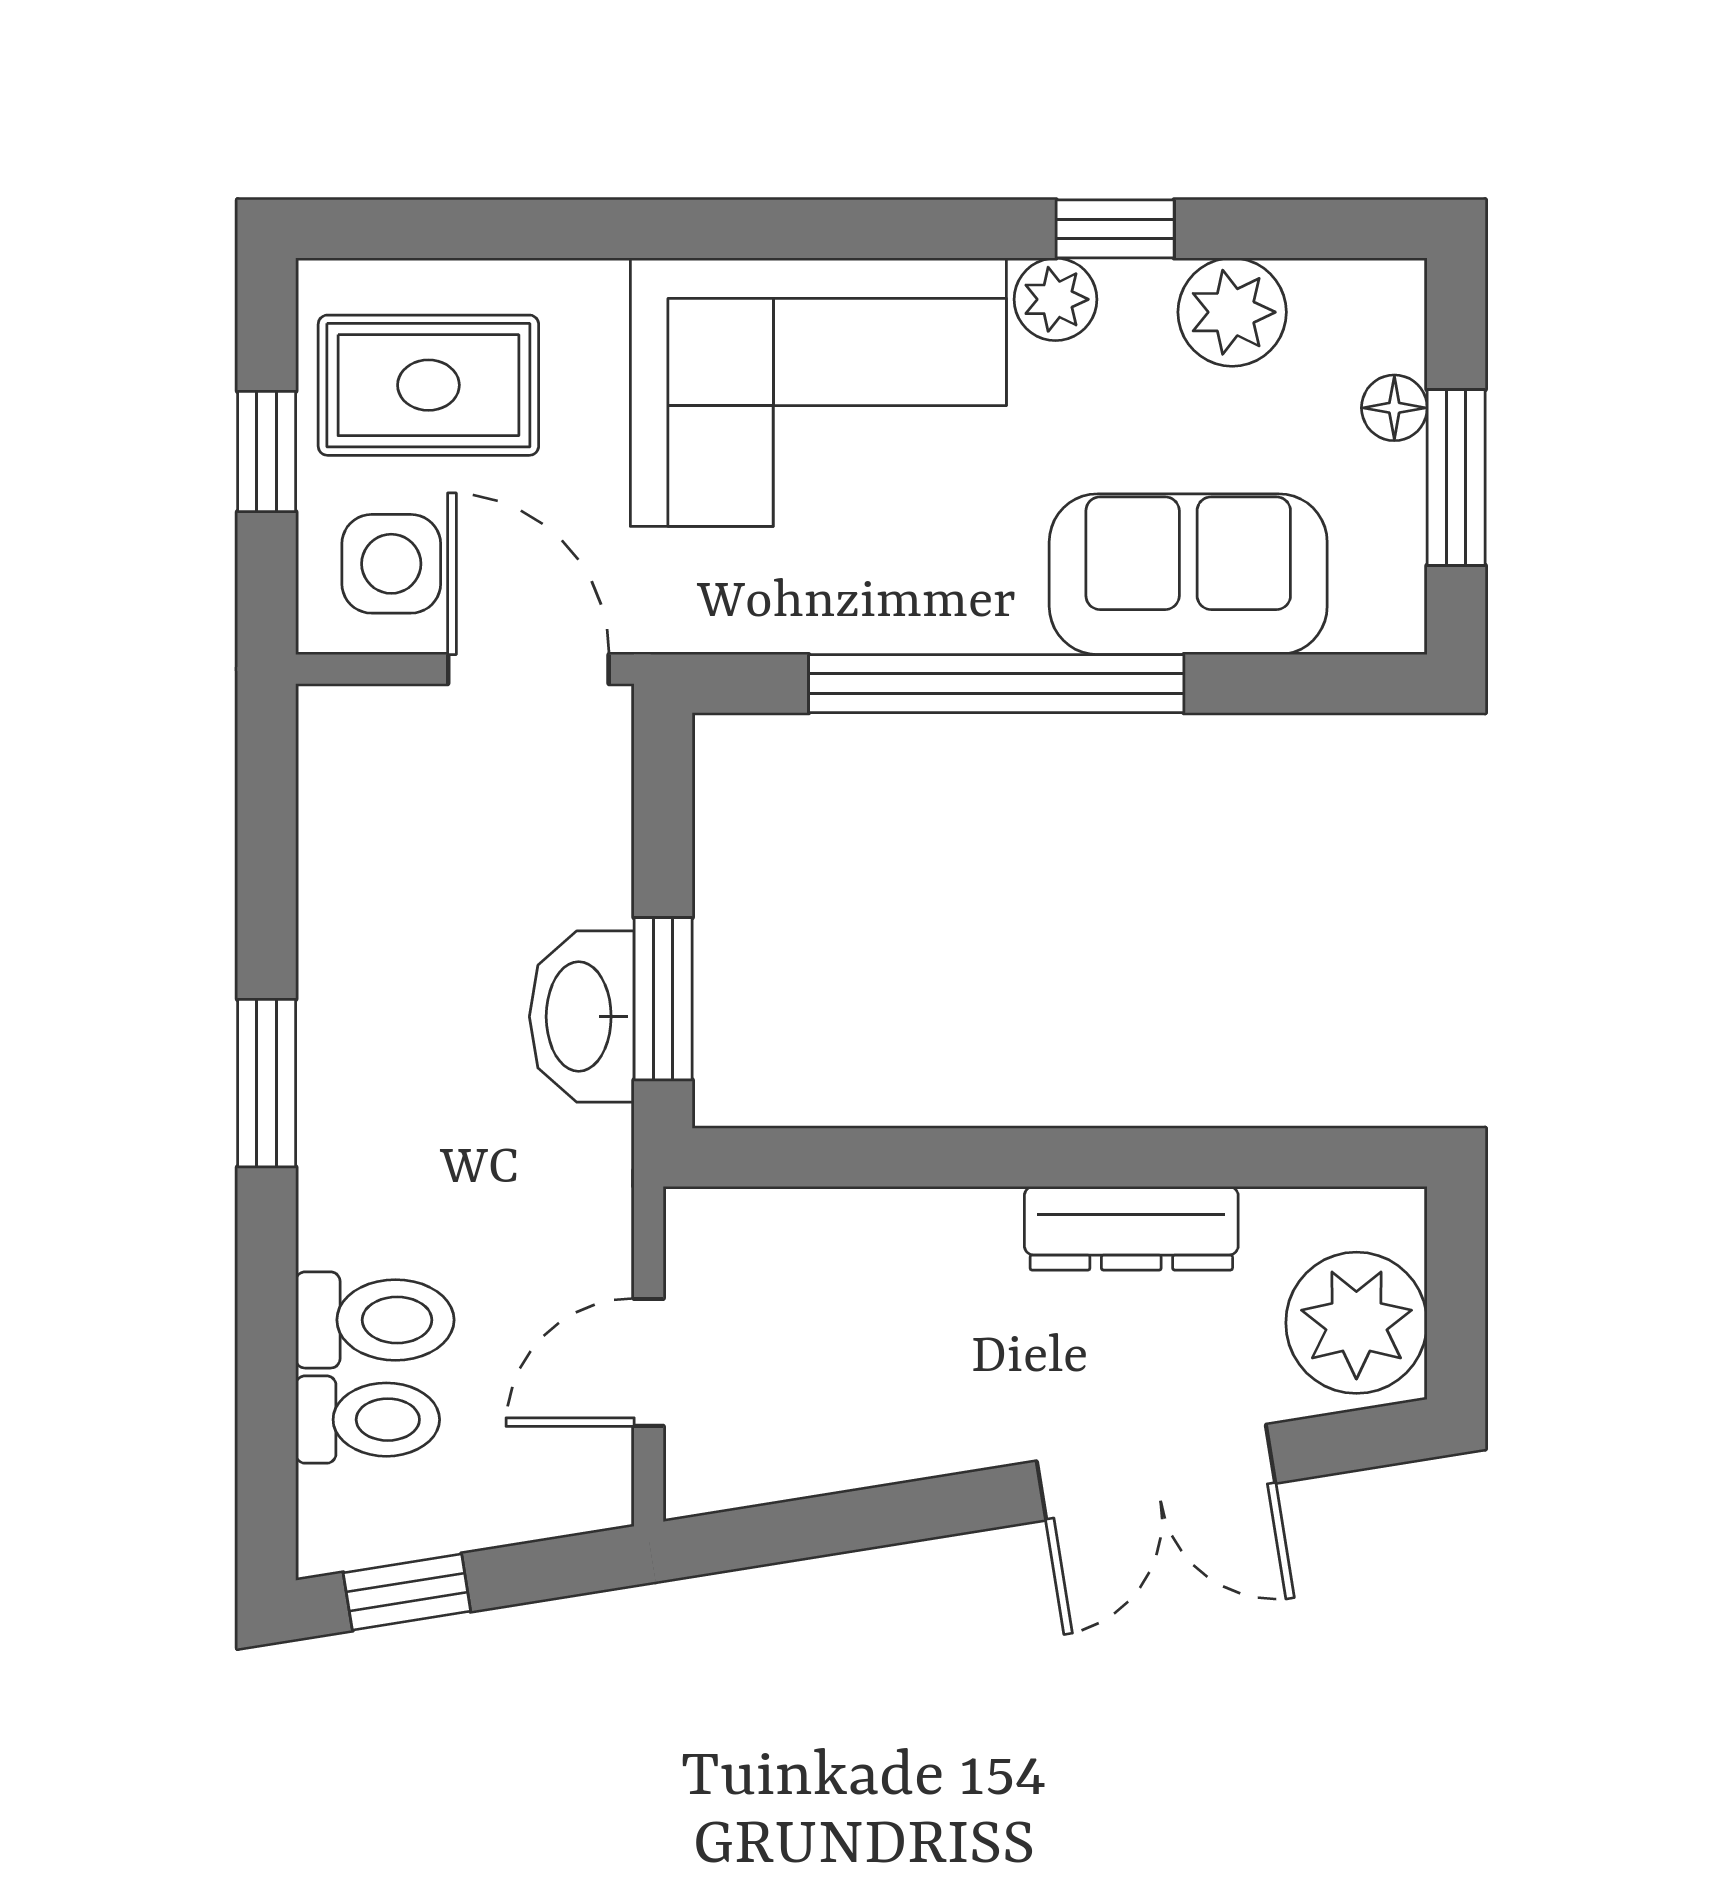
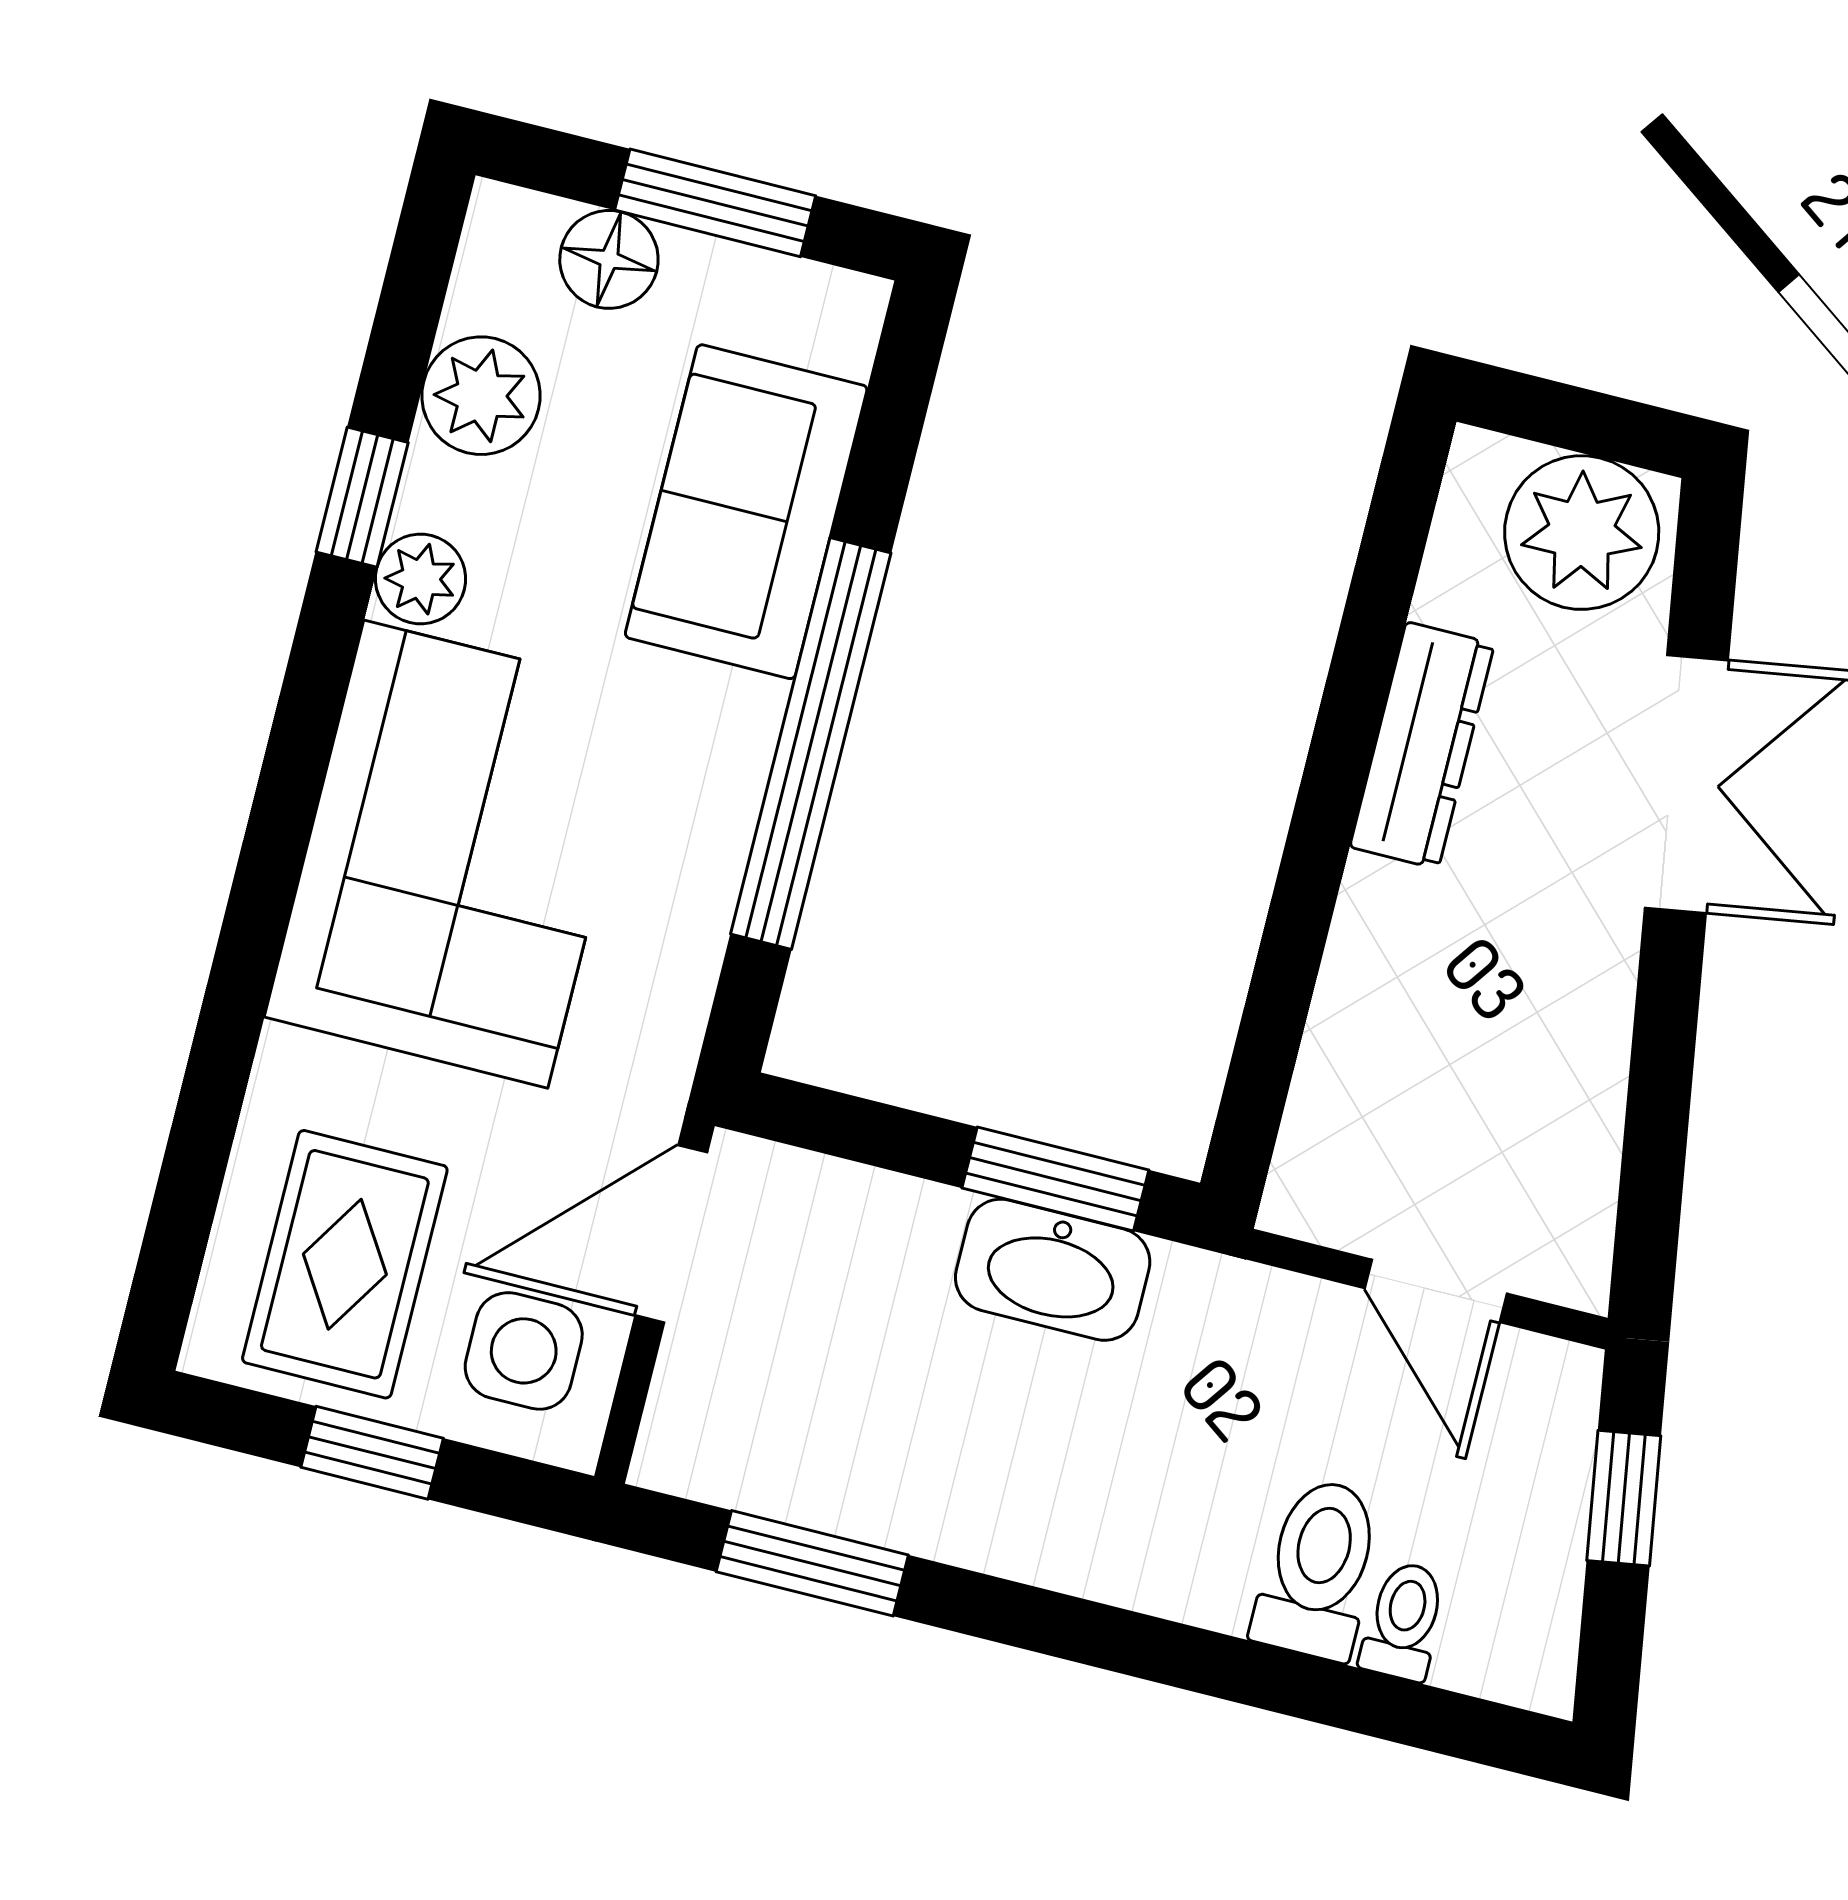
floor lamp: (1394, 408) -> (609, 259), width x1.37, depth x1.37
window: (267, 1083) -> (812, 1563), moved
toilet: (368, 1420) -> (1404, 1621), width x0.73, depth x0.72
window: (407, 1592) -> (1624, 1498), moved

